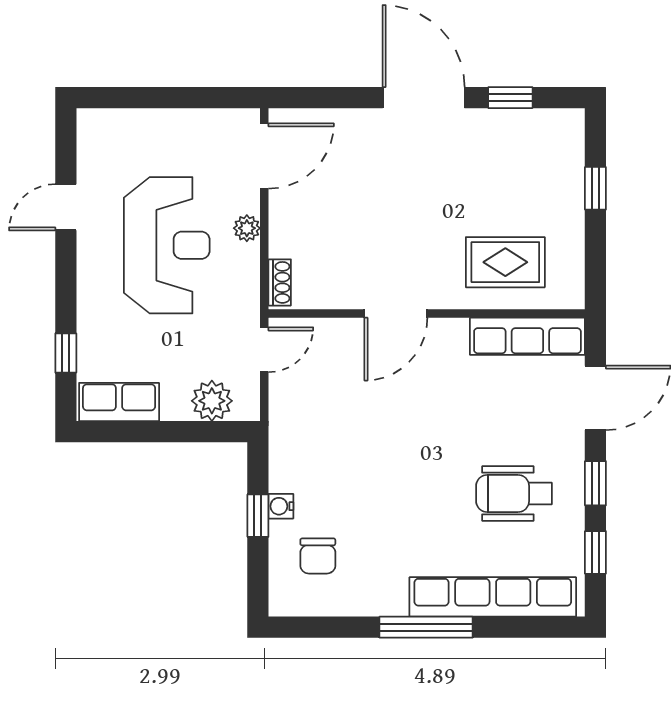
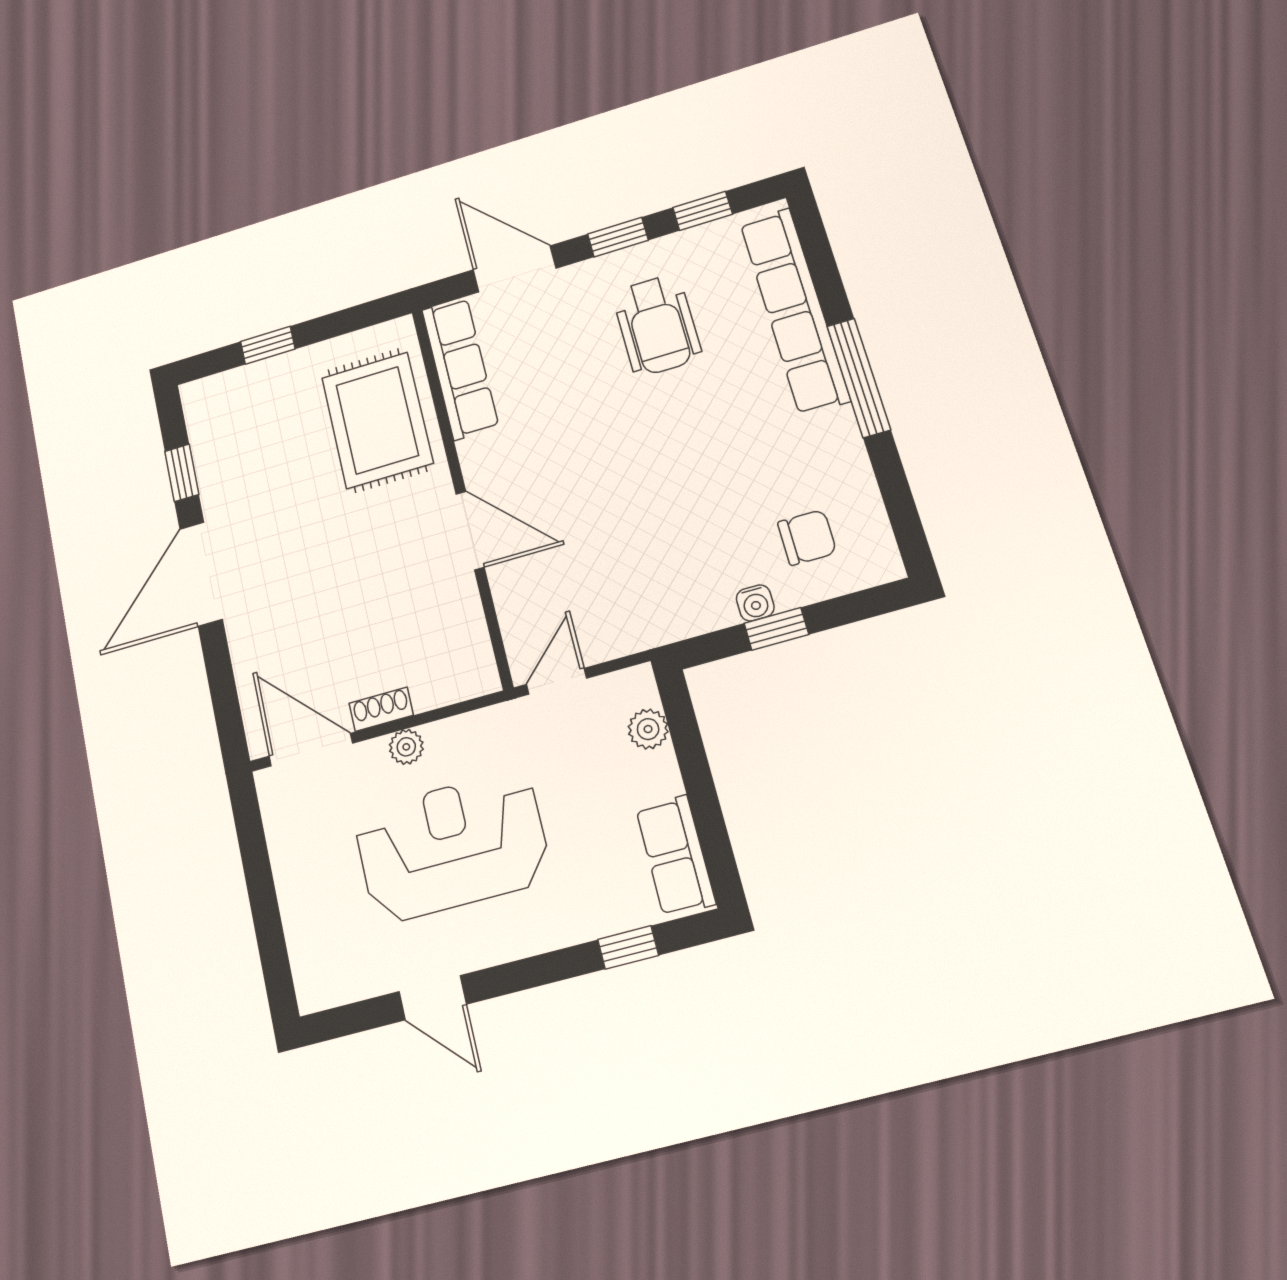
rug: (505, 262) -> (377, 420), width x1.36, depth x1.43
shoe rack: (280, 282) -> (381, 709), moved
door: (264, 350) -> (556, 681), hinge flipped
plant: (212, 401) -> (648, 729), width x0.73, depth x0.73

